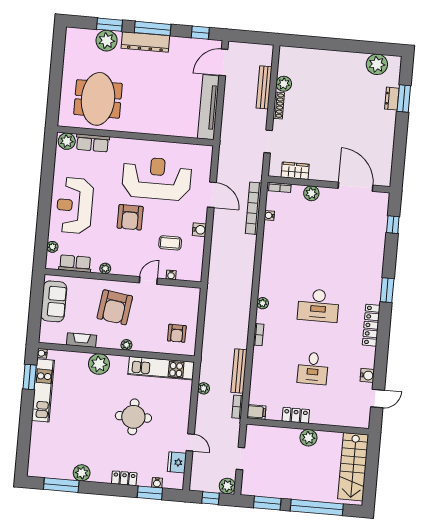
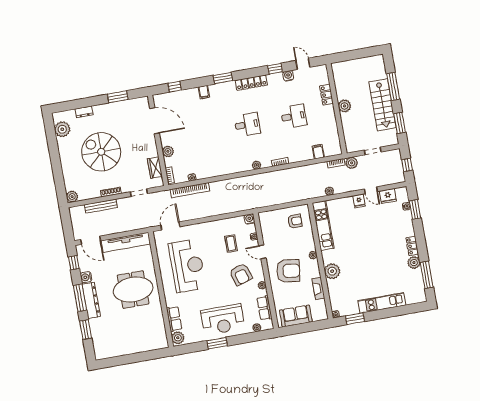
plant: (107, 41) -> (98, 329), removed
water cooler: (177, 43) -> (86, 277), added
plant: (284, 84) -> (72, 197), moved
meeting table: (98, 99) -> (133, 290), moved
window: (404, 99) -> (118, 97), moved
spiral stairs: (334, 107) -> (101, 152), added
reception desk: (157, 178) -> (187, 266), turned 180
door: (356, 187) -> (155, 121), swing flipped
window: (46, 190) -> (217, 343), added
door: (212, 195) -> (170, 226), moved
armchair: (130, 217) -> (241, 274), moved, turned 73
water cooler: (199, 230) -> (249, 219), moved
filing cabinet: (376, 261) -> (204, 92), added
desk: (318, 305) -> (247, 125), width x0.73
window: (381, 361) -> (275, 69), added
bench: (239, 371) -> (310, 169), removed
kitchen unit: (43, 390) -> (382, 303), moved
filing cabinet: (256, 412) -> (318, 152), moved
locker: (296, 415) -> (326, 95), moved
round table: (133, 417) -> (364, 236), removed
fridge: (181, 423) -> (359, 201), added
door: (190, 442) -> (371, 190), swing flipped
stairs: (353, 467) -> (382, 105), moved, turned 90
locker: (124, 478) -> (412, 246), moved
plant: (227, 486) -> (352, 163), moved
window: (317, 507) -> (393, 86), width x0.68

